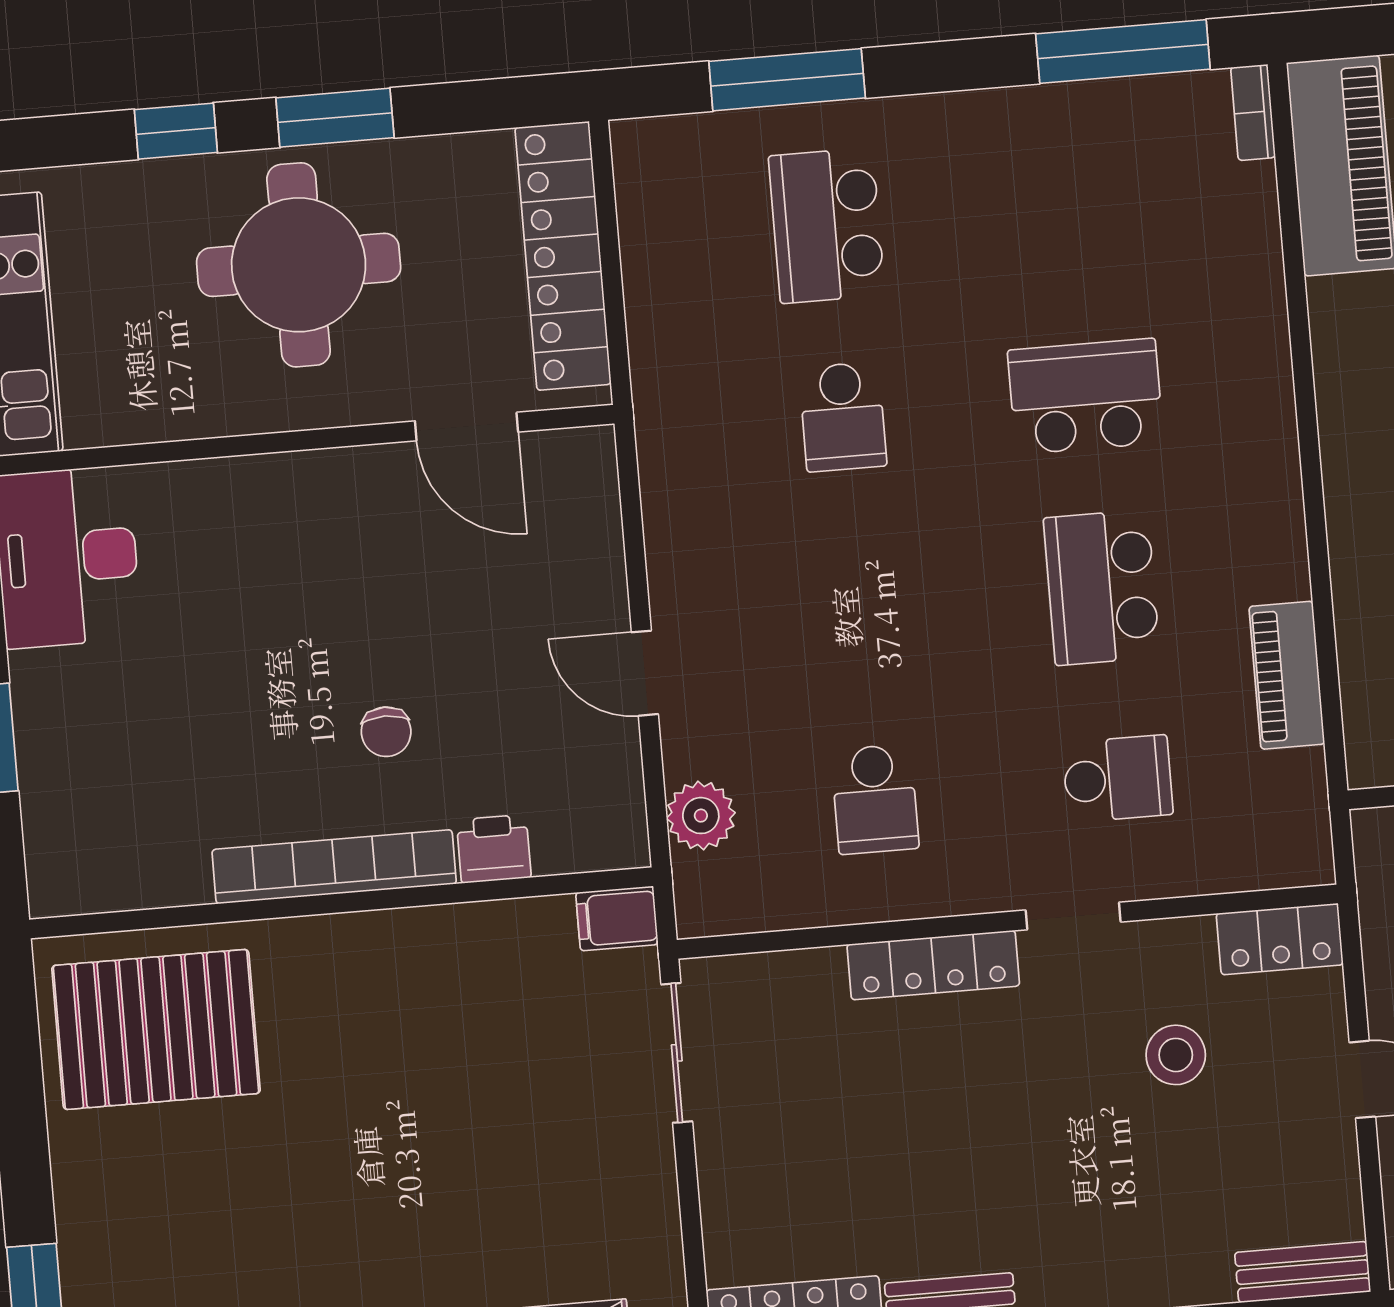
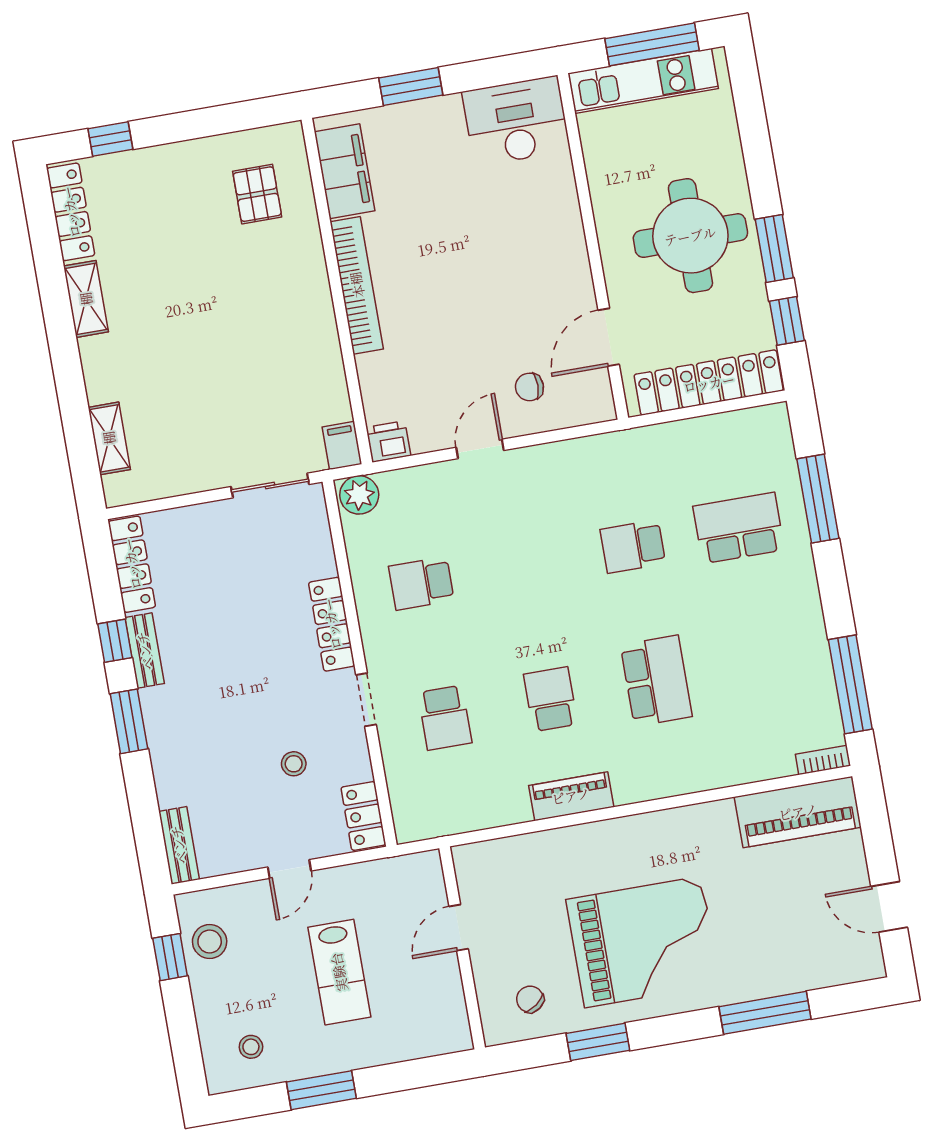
window: (176, 131) -> (787, 321), moved
school desk: (1102, 588) -> (551, 699), width x0.54
piano: (1287, 675) -> (571, 796), moved
chair: (386, 732) -> (529, 387), moved
plant: (701, 816) -> (359, 495), moved
printer: (494, 849) -> (388, 442), moved, turned -90
filing cabinet: (129, 870) -> (345, 171), added
pallet: (156, 1029) -> (257, 194), width x0.49, depth x0.50
stool: (1176, 1055) -> (294, 764), width x0.73, depth x0.73

